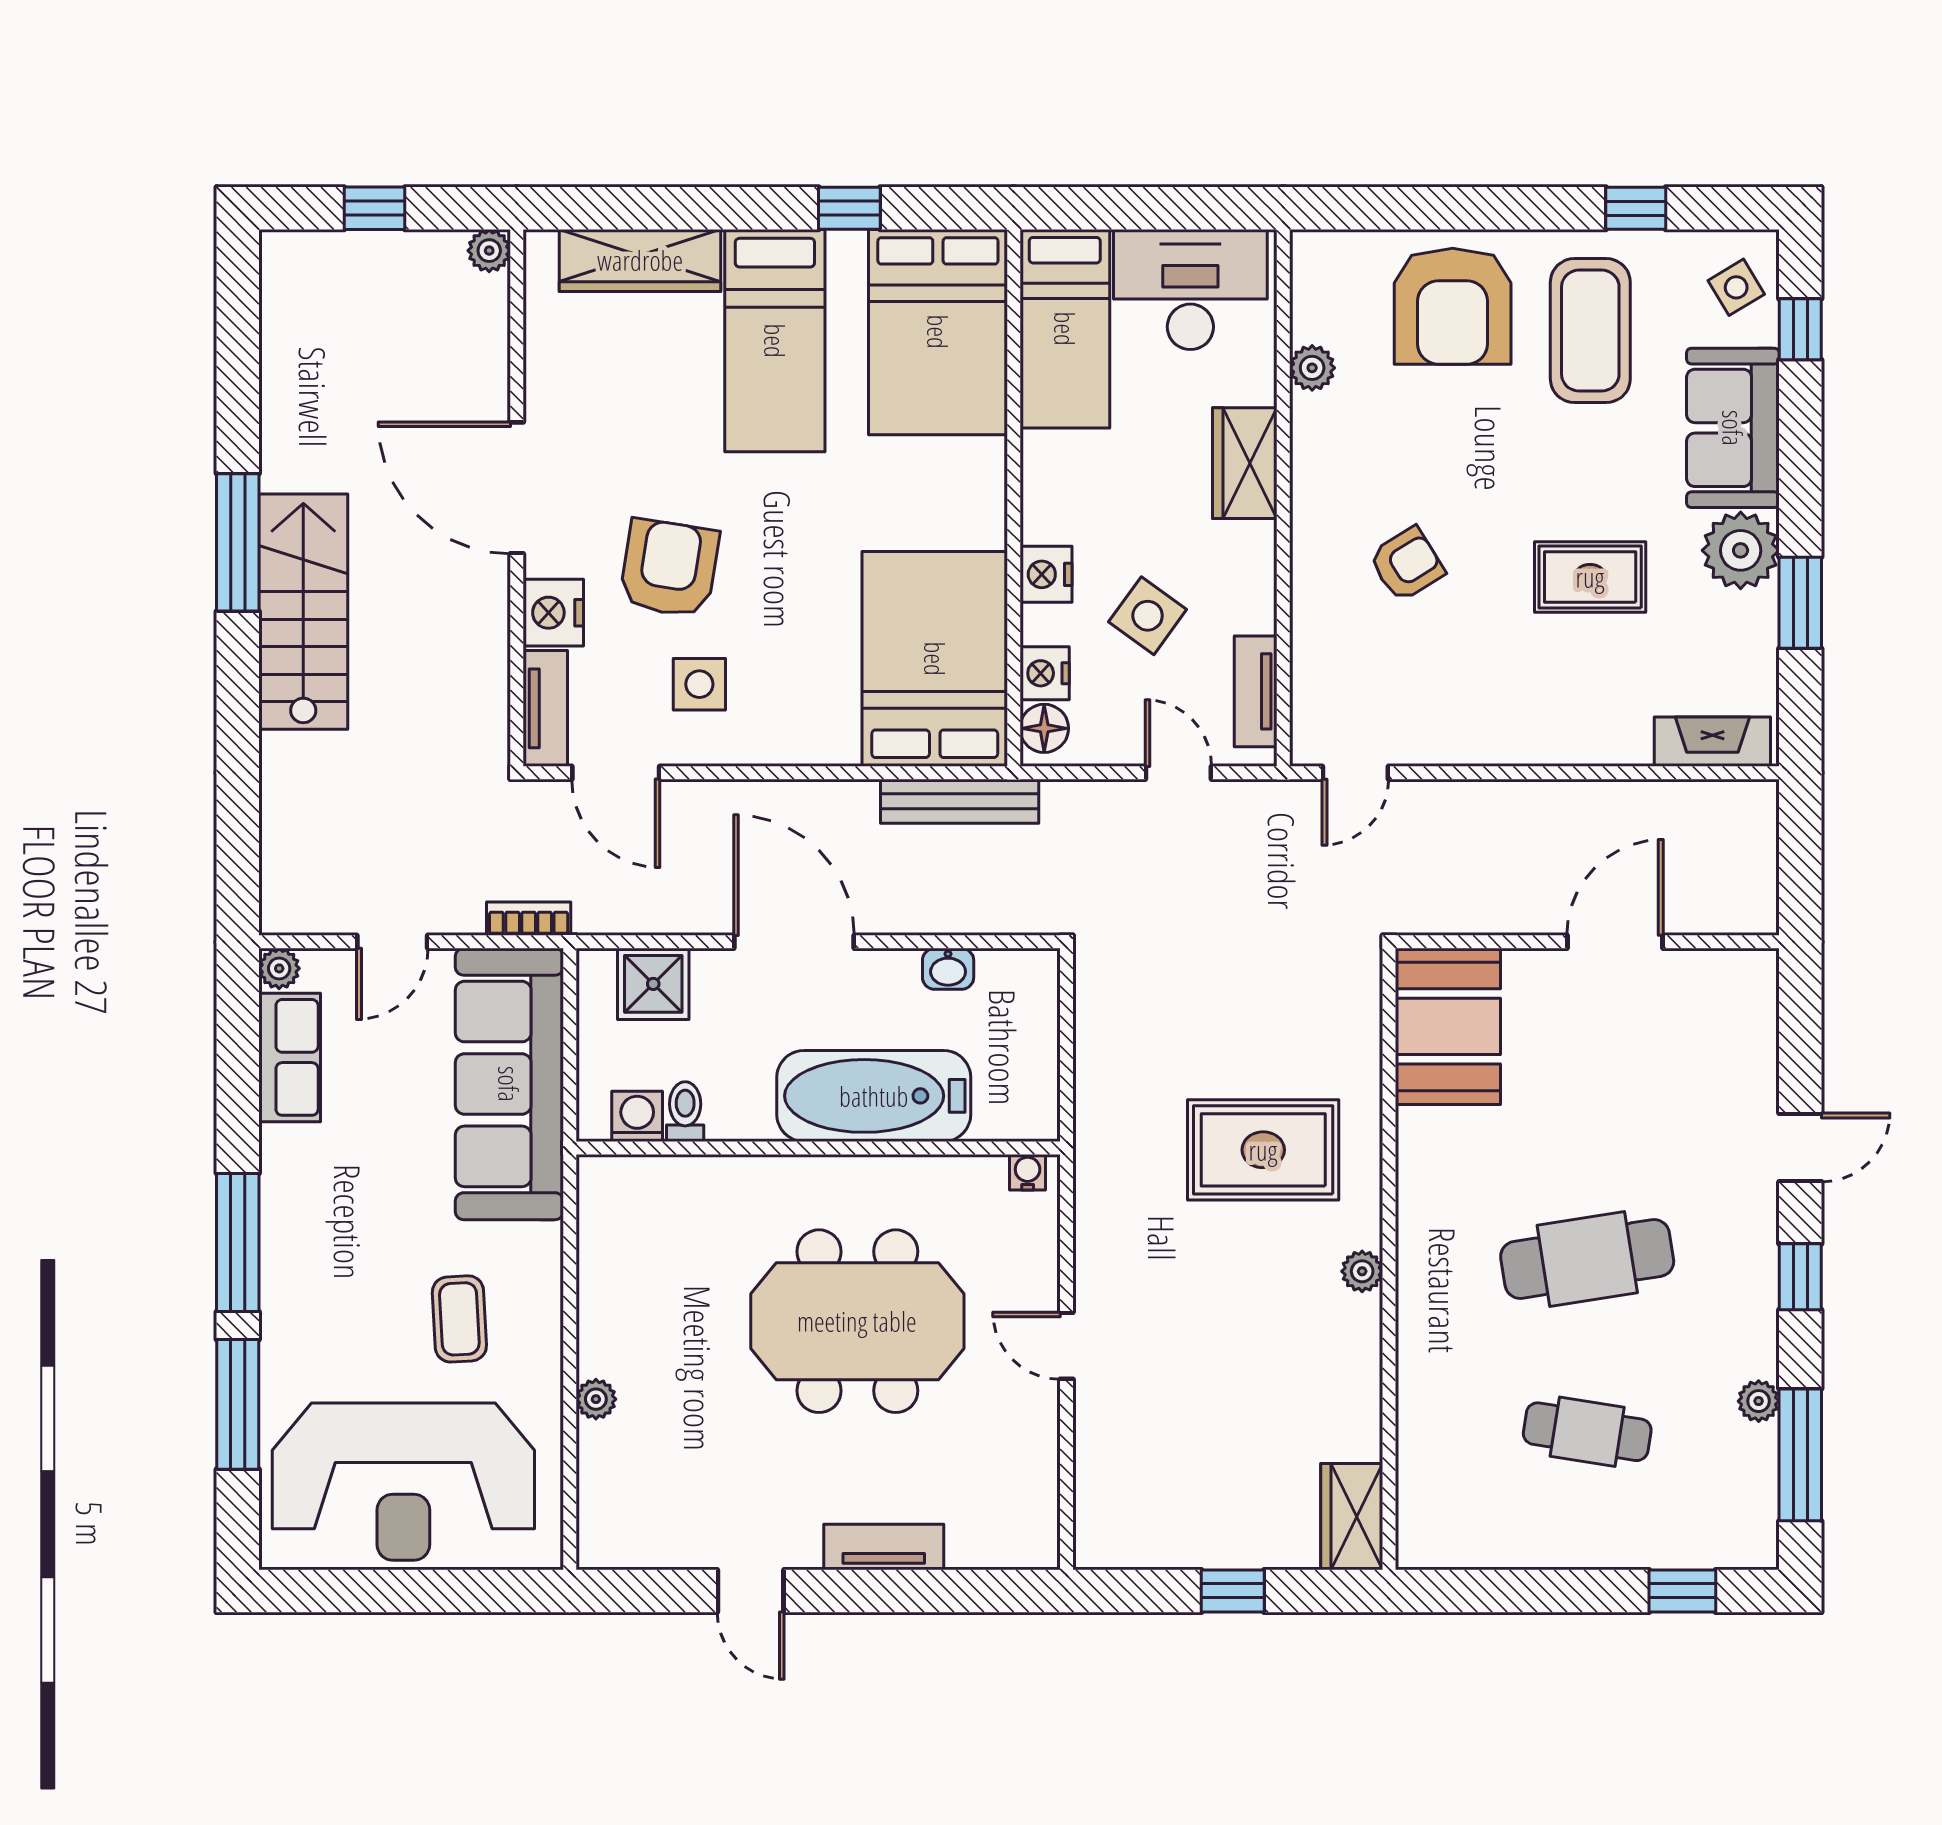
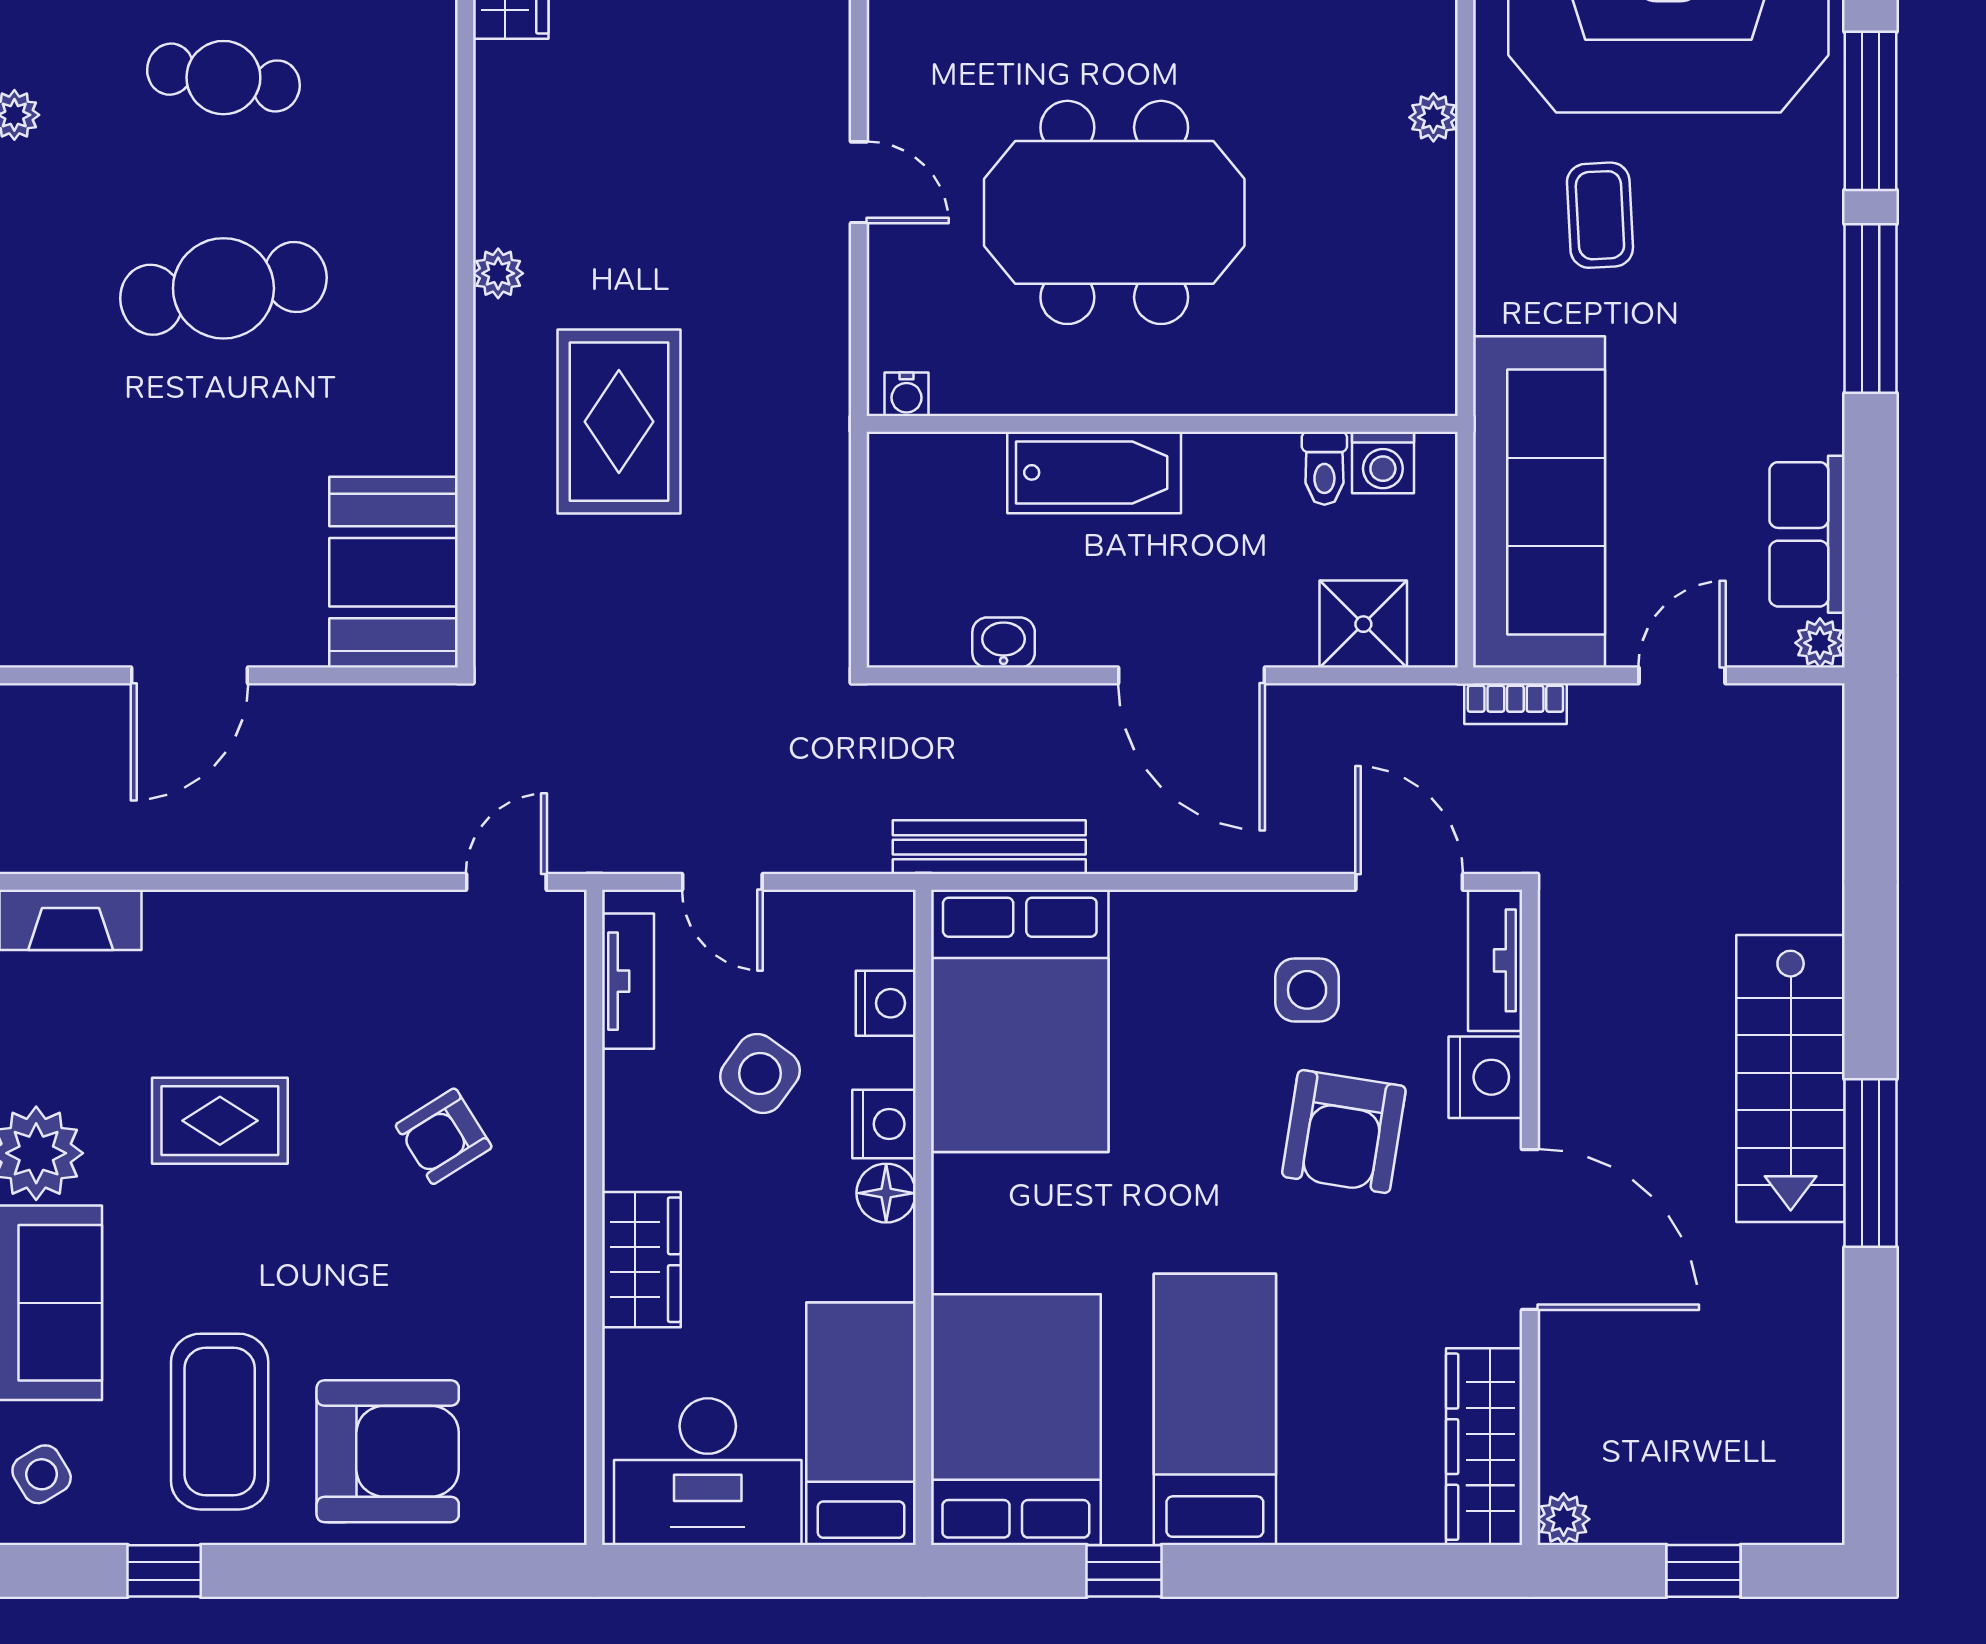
wardrobe: (640, 260) -> (1484, 1447), moved, turned -90
armchair: (1453, 306) -> (388, 1451), turned 90
plant: (1312, 368) -> (559, 1376), removed
floor lamp: (1044, 728) -> (886, 1193), moved
bathtub: (874, 1096) -> (1094, 472), width x0.73, depth x0.73
rug: (1263, 1150) -> (619, 422), turned 90

